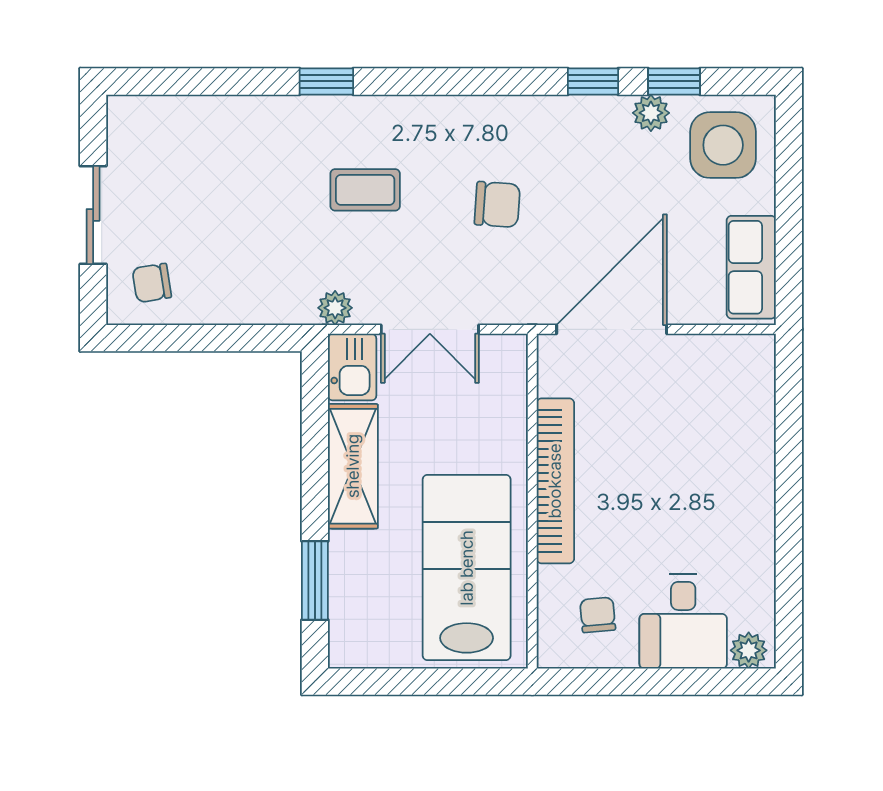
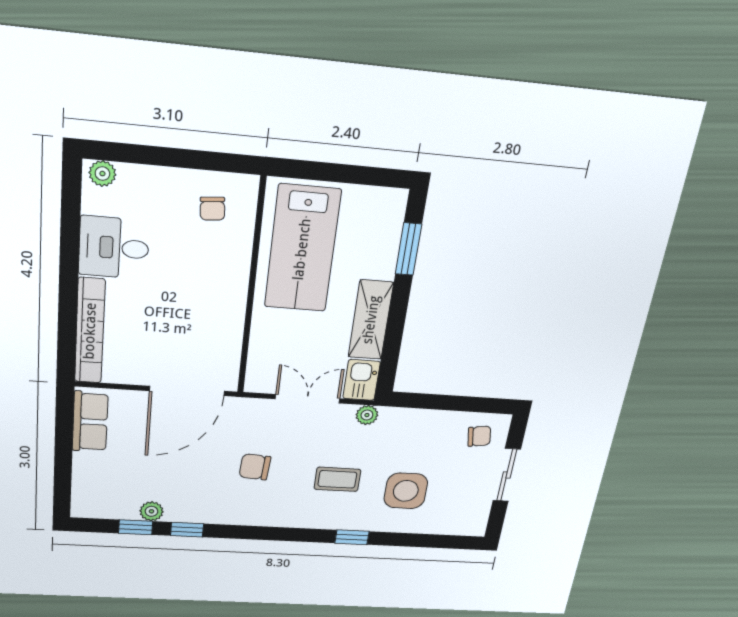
side table: (723, 145) -> (406, 491), moved
bookcase: (555, 481) -> (90, 331), moved, turned 180
desk: (683, 621) -> (114, 248), moved, turned -90

